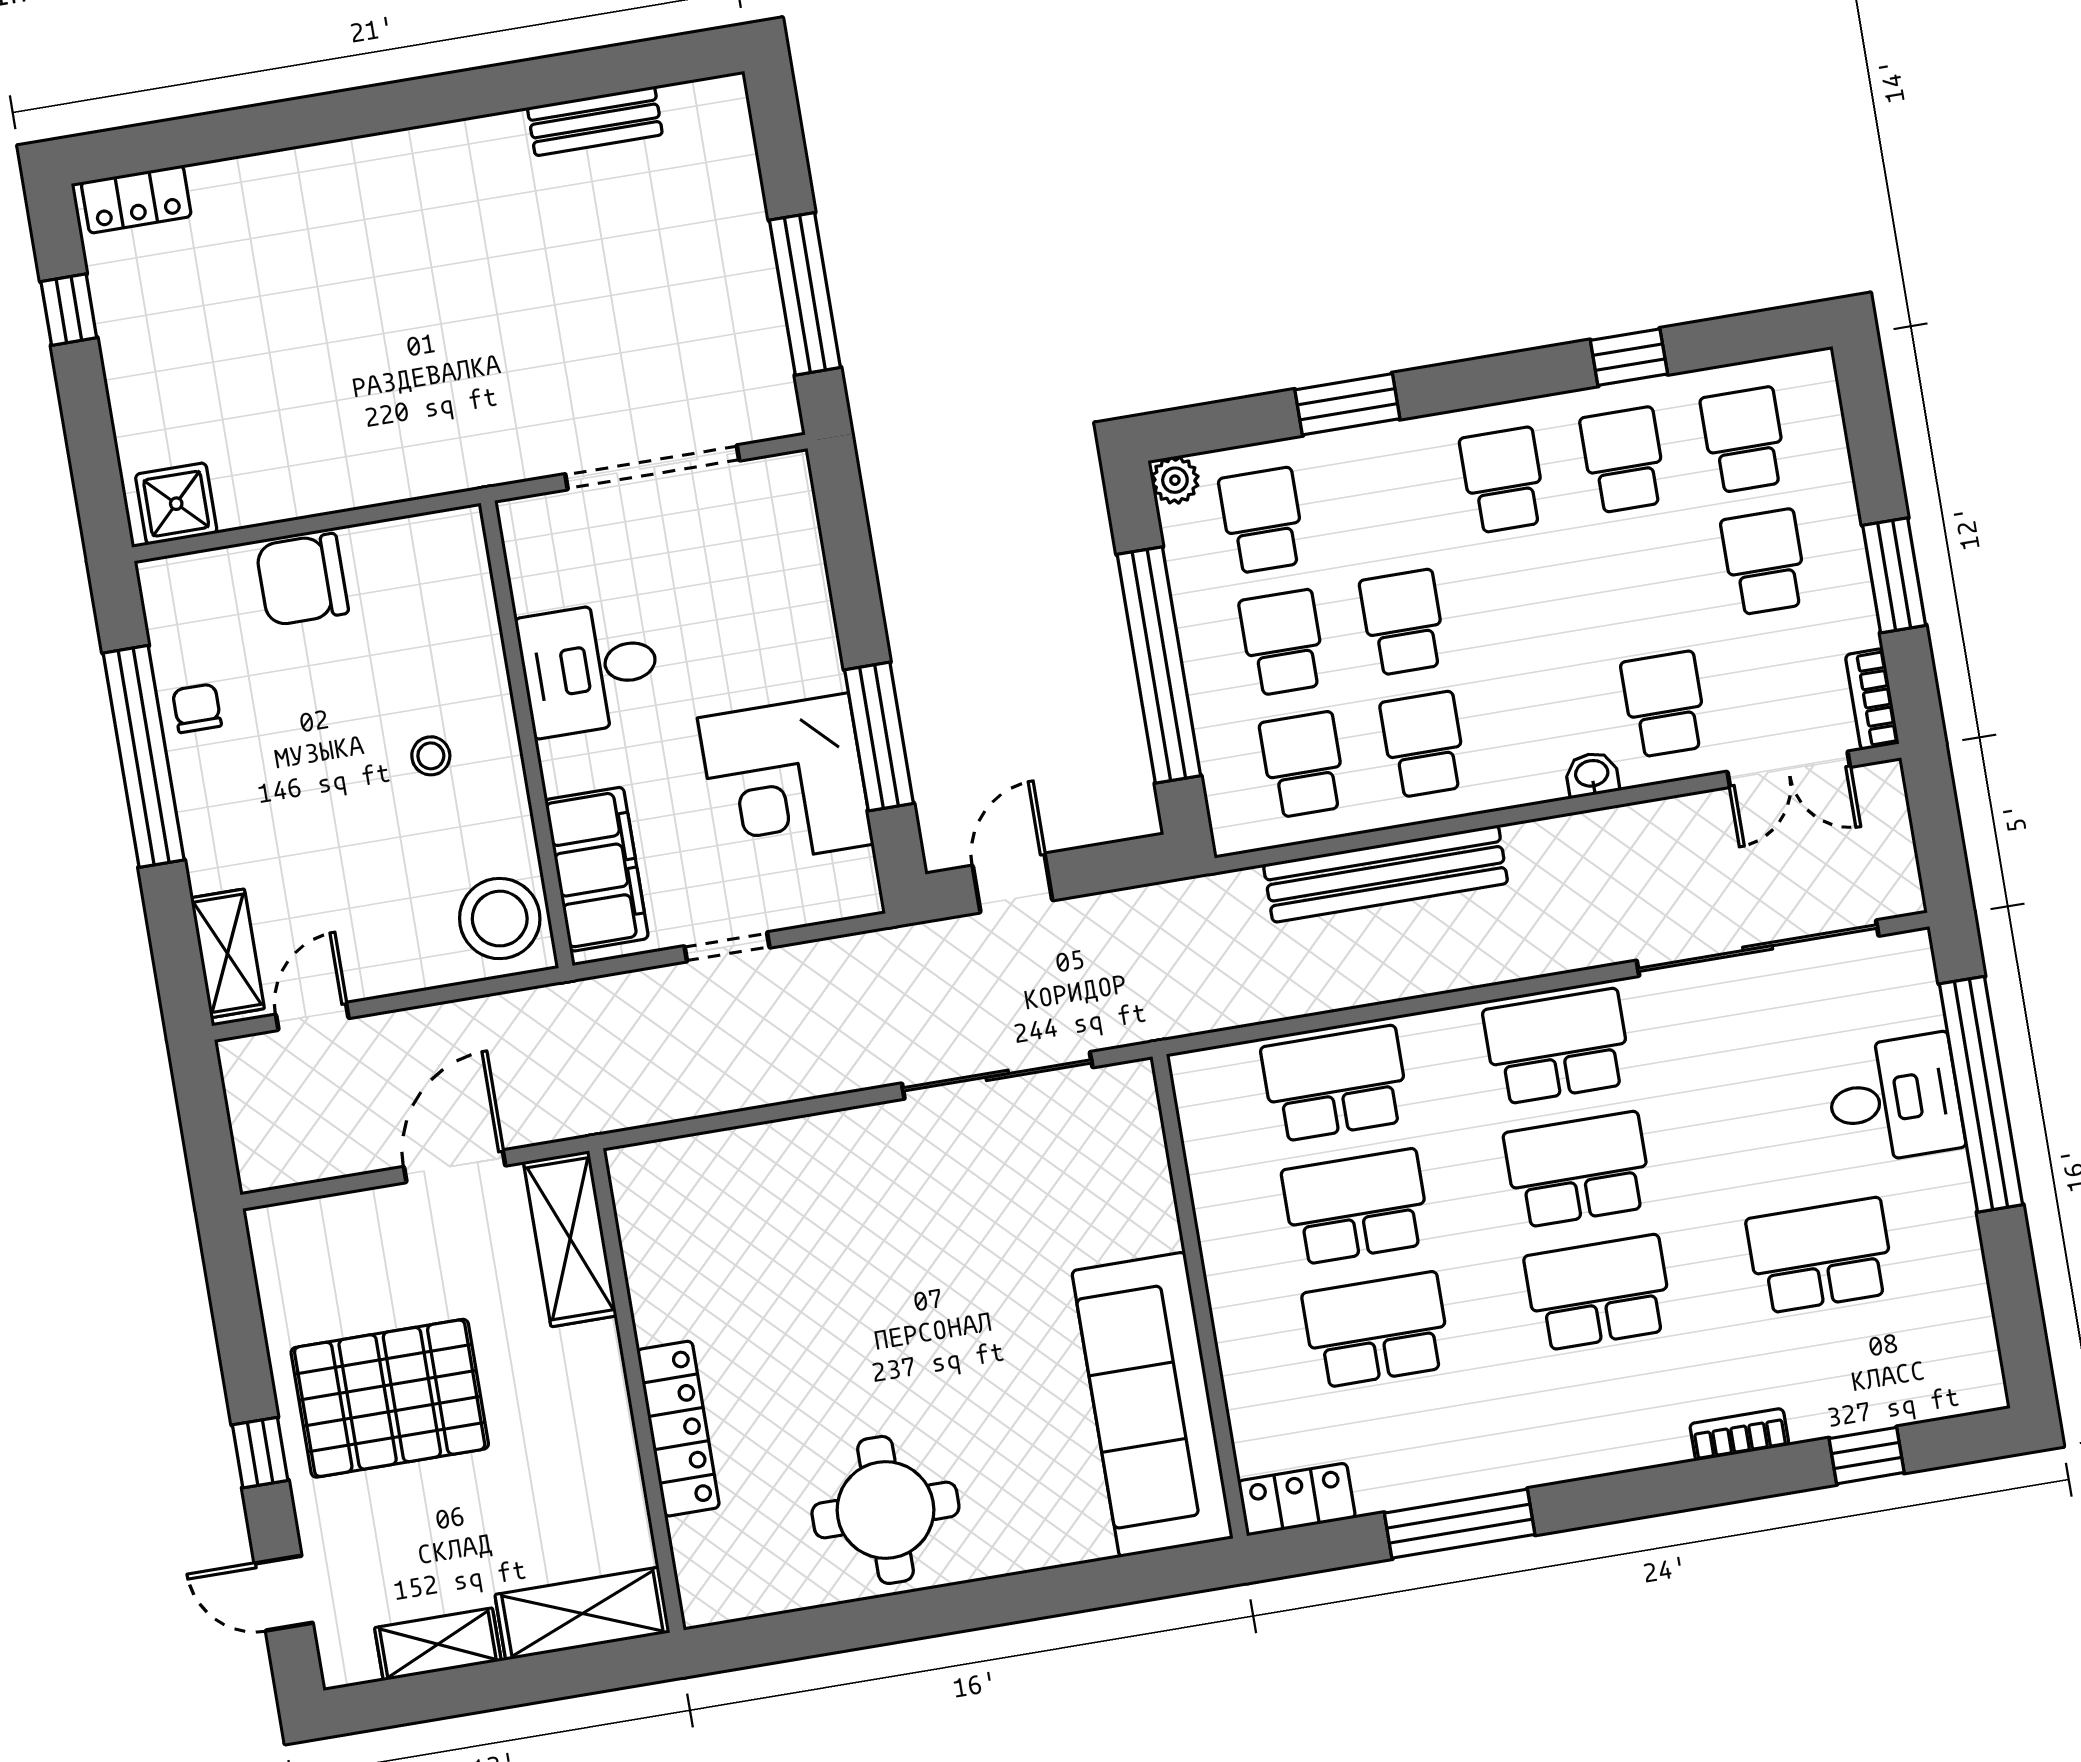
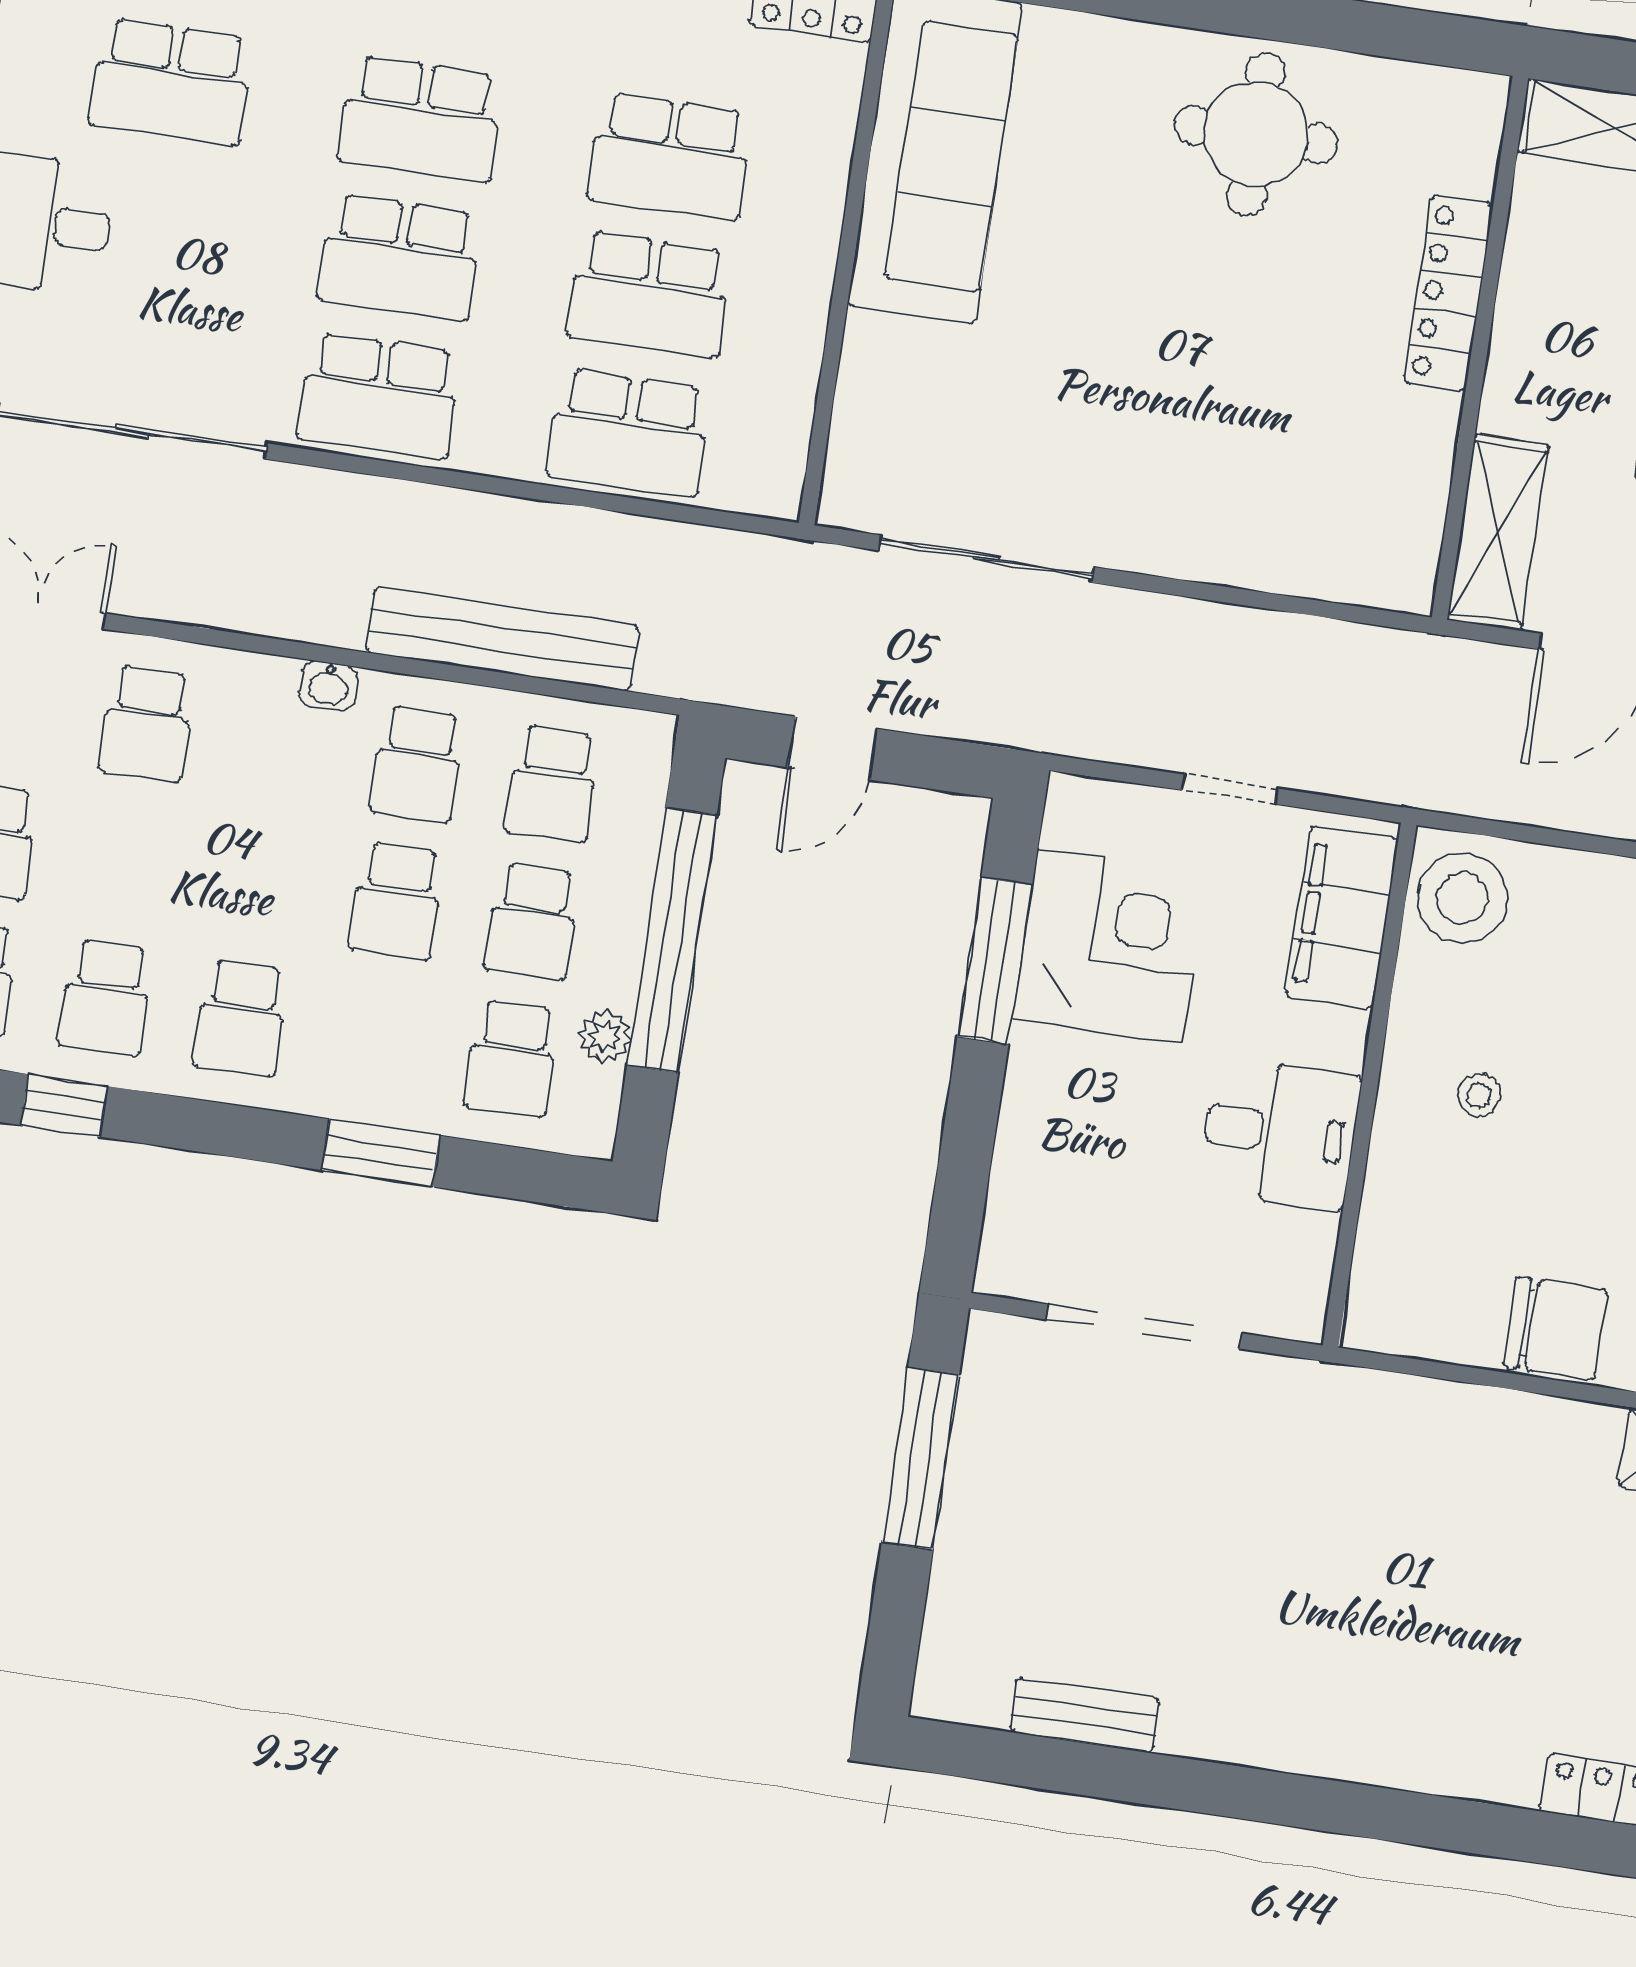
plant: (1175, 480) -> (605, 1036), moved
washbasin: (1592, 775) -> (329, 686), moved
door: (1012, 883) -> (832, 748), moved

